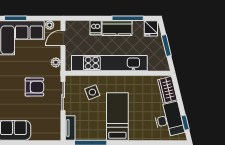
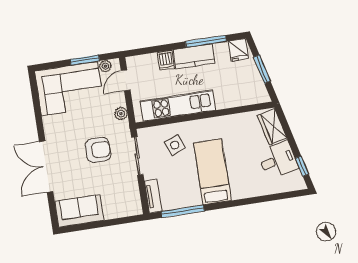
window: (16, 18) -> (85, 60), moved
kitchen unit: (109, 63) -> (178, 106), width x0.73
desk: (169, 120) -> (278, 160), width x0.73

